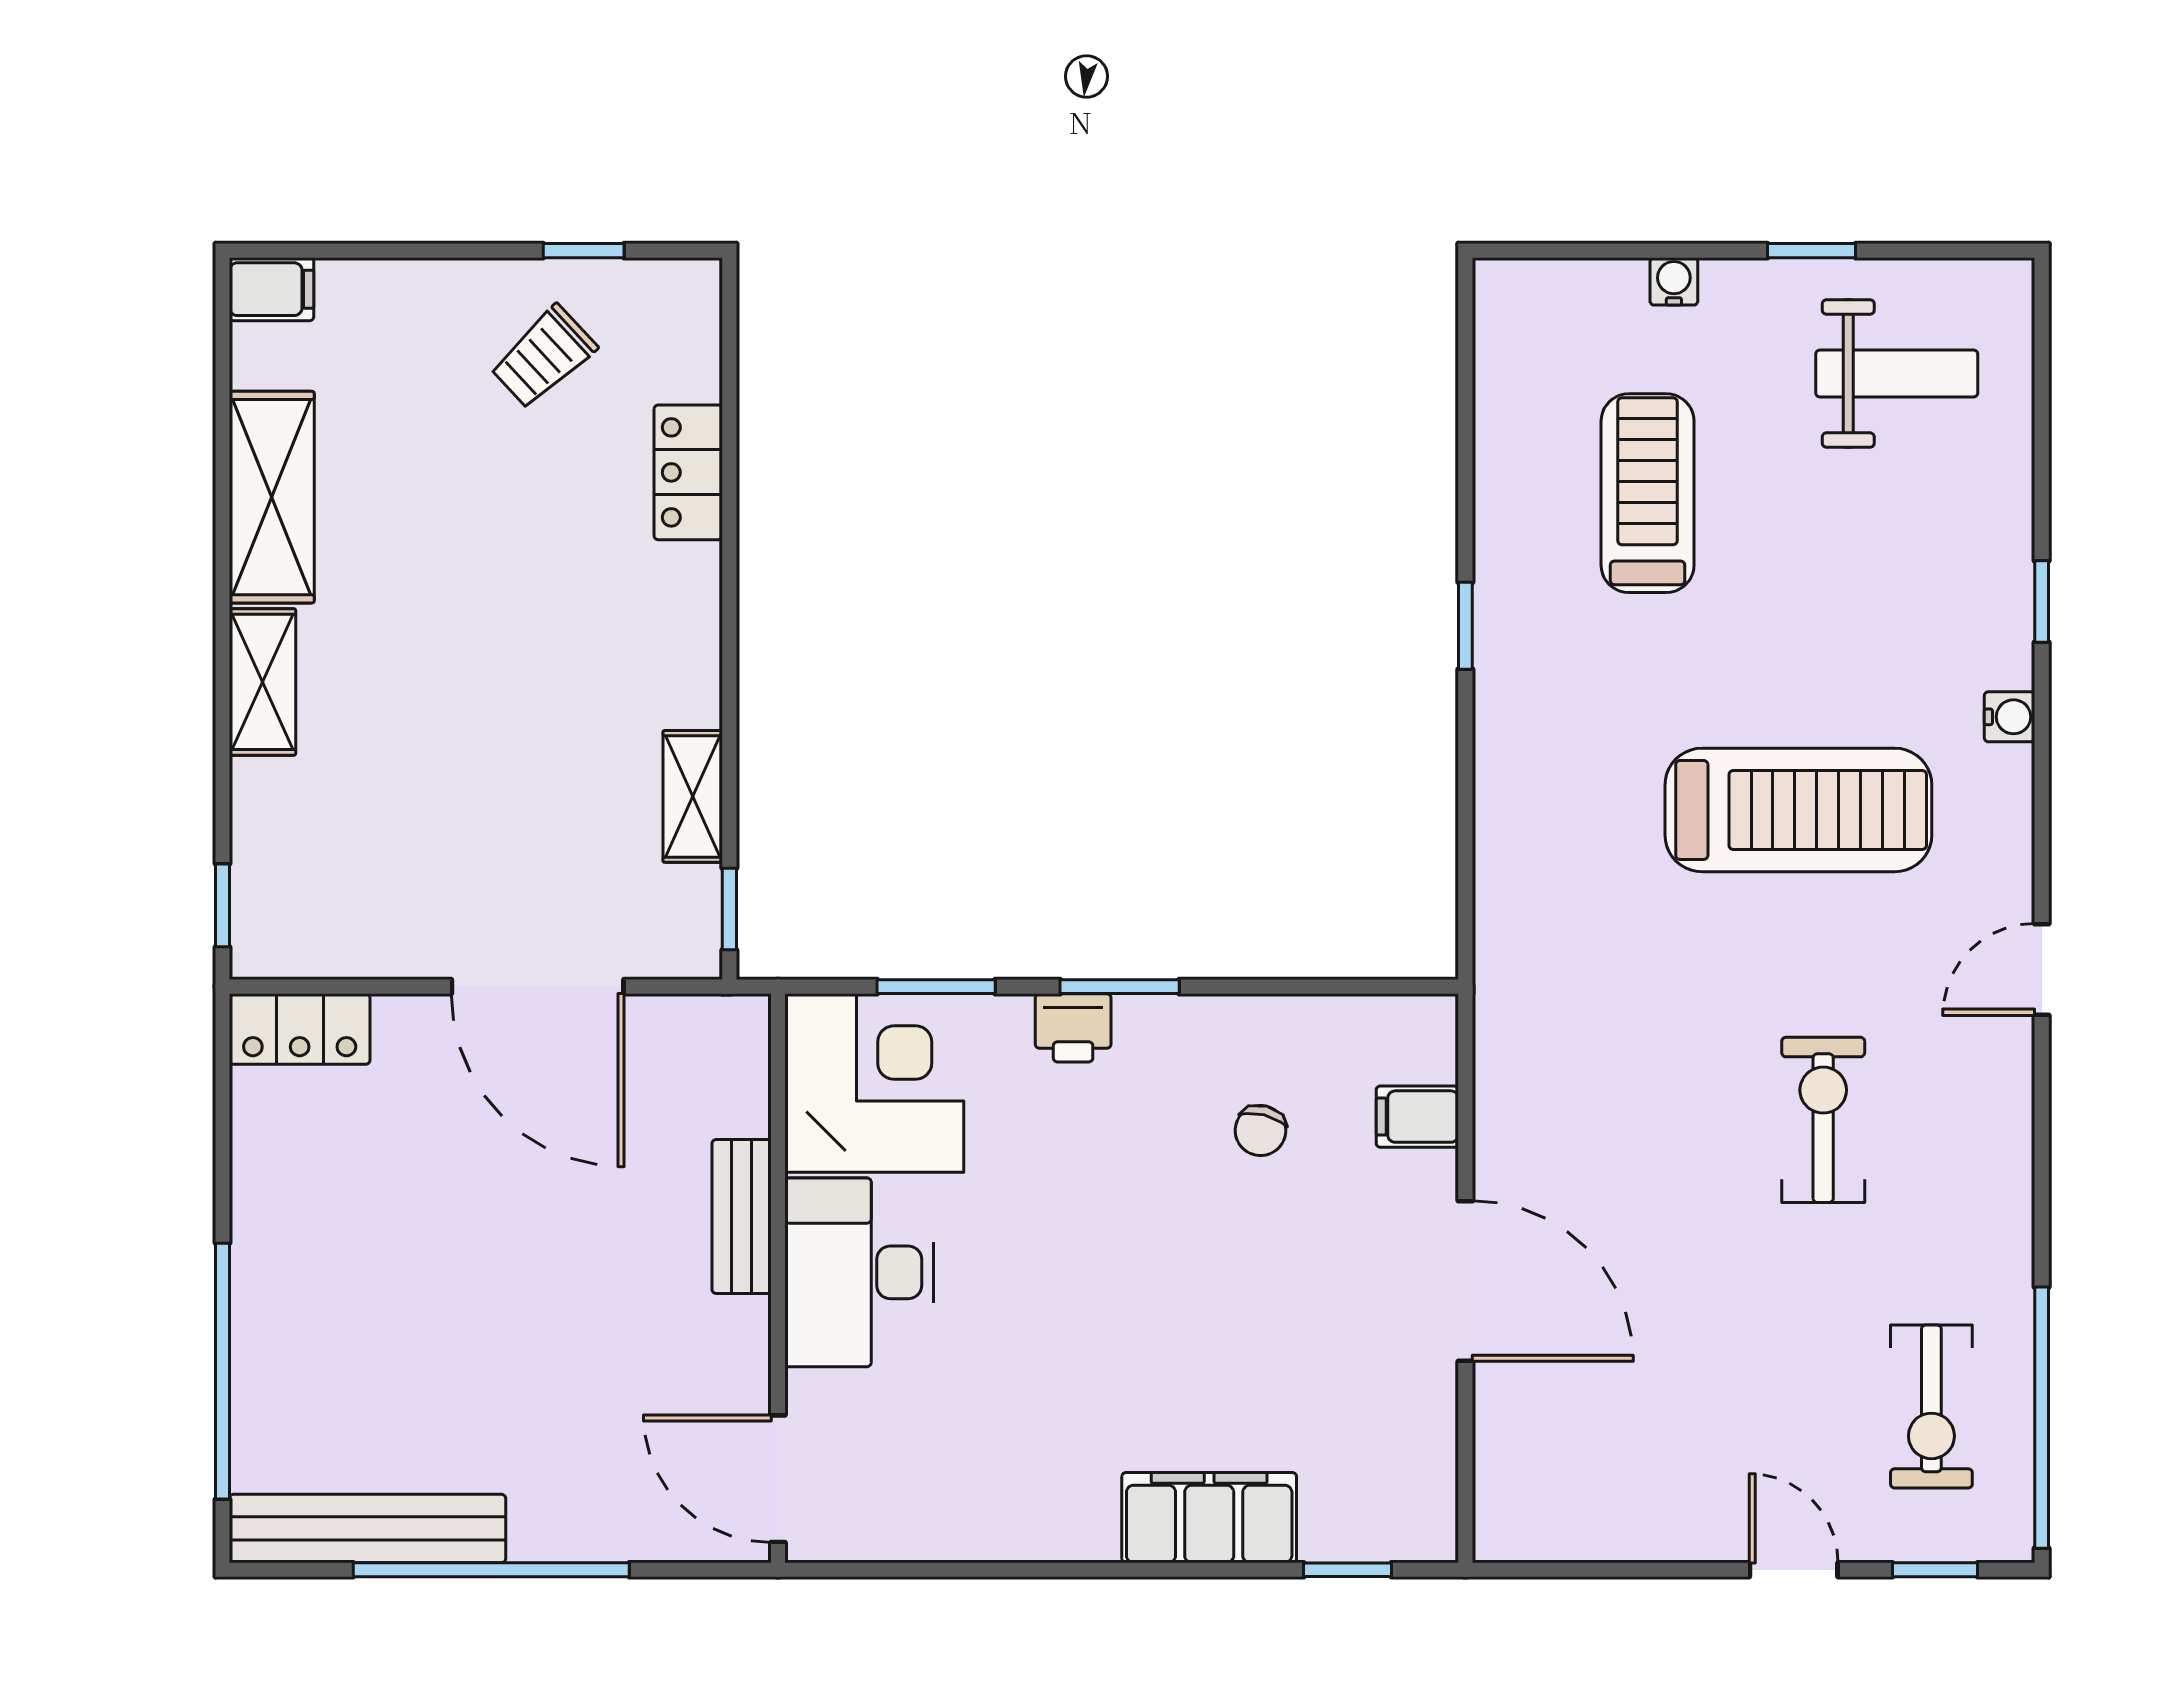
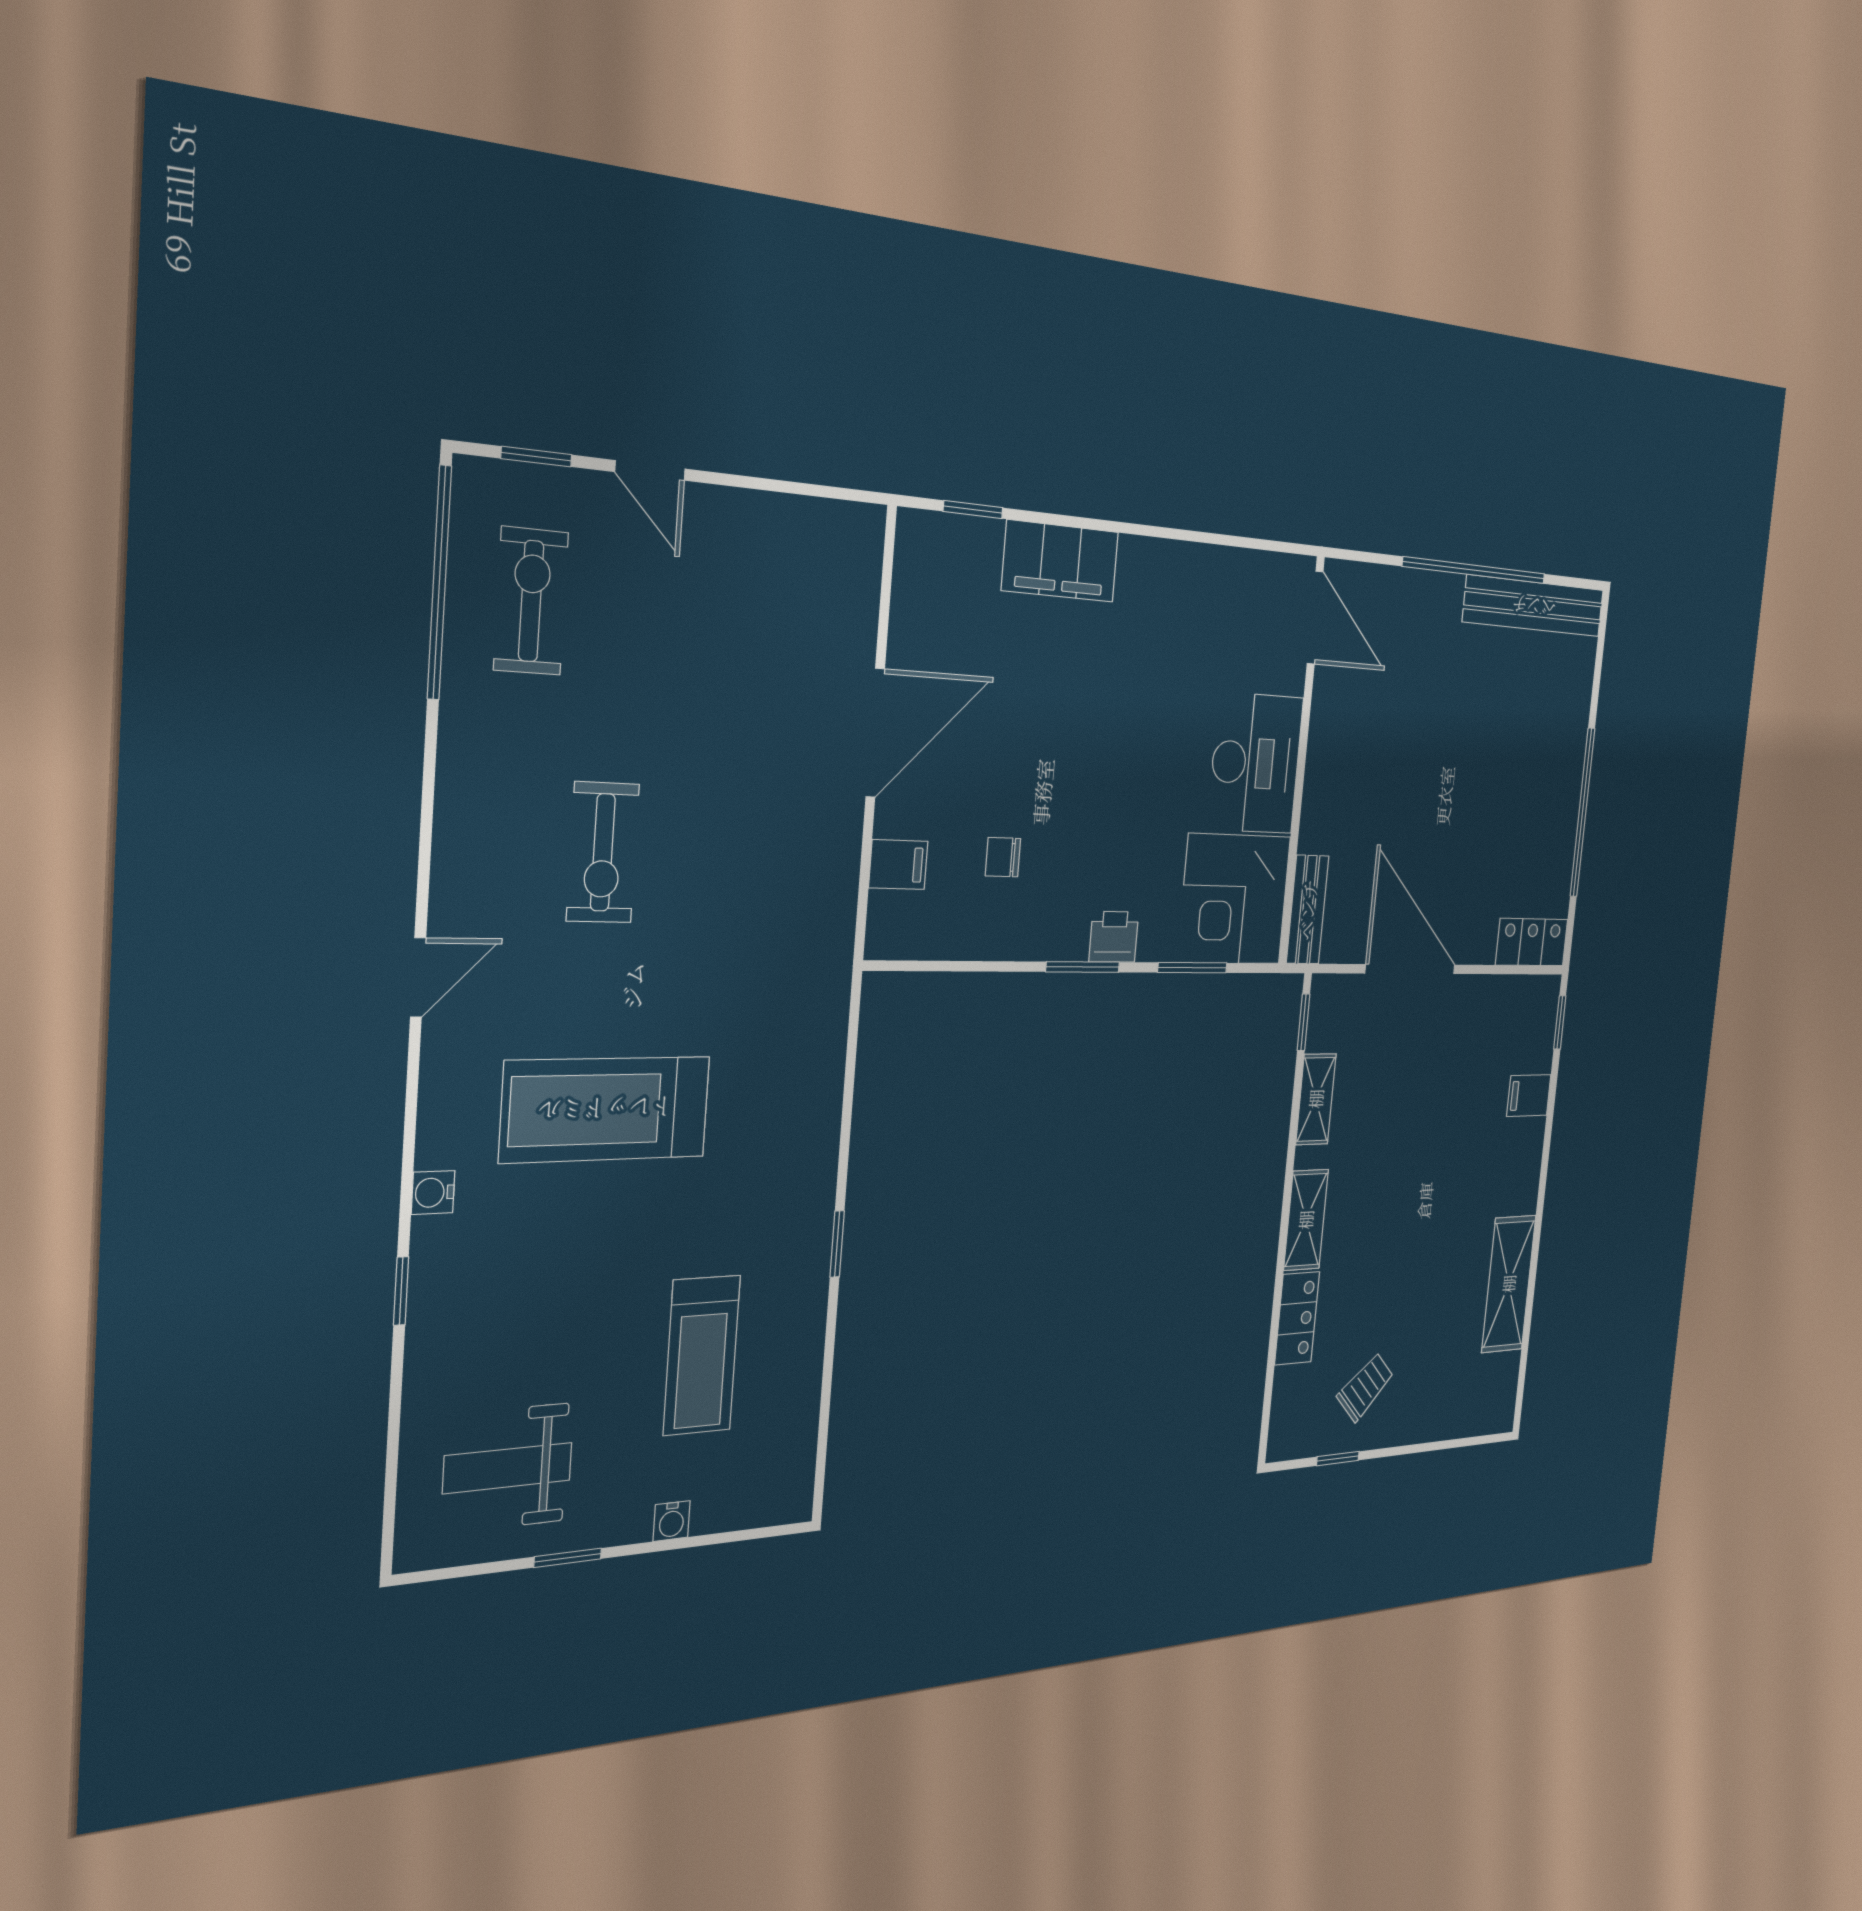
filing cabinet: (272, 289) -> (1529, 1096), moved
shelving: (262, 682) -> (1306, 1220), moved
chair: (1260, 1131) -> (1003, 857), turned -104
bench: (742, 1216) -> (1308, 910), moved
door: (1465, 1281) -> (875, 733), swing flipped
window: (223, 1371) -> (1582, 813), moved

